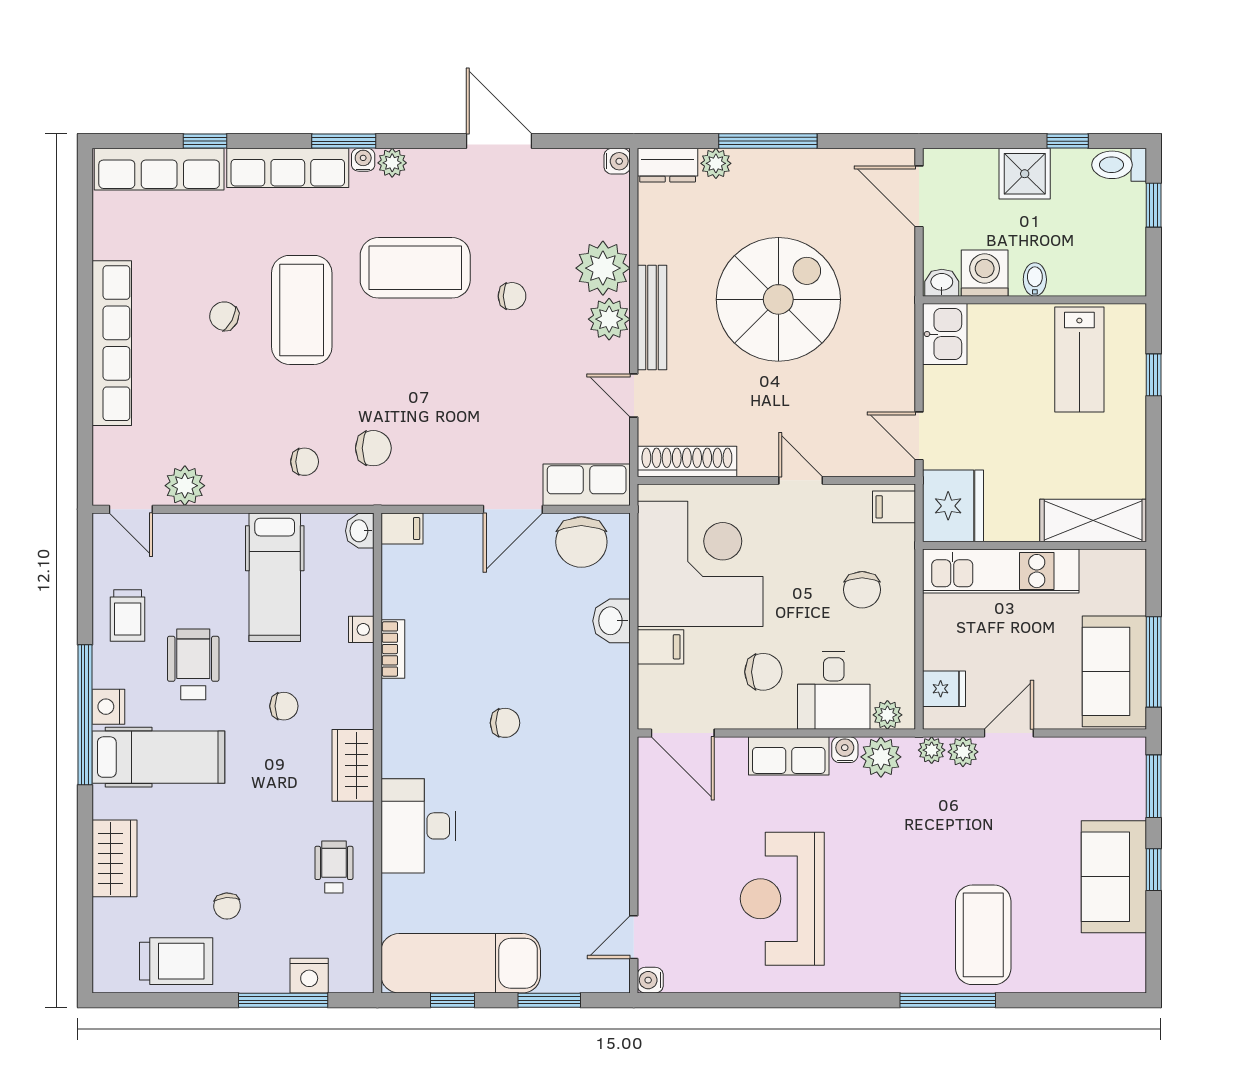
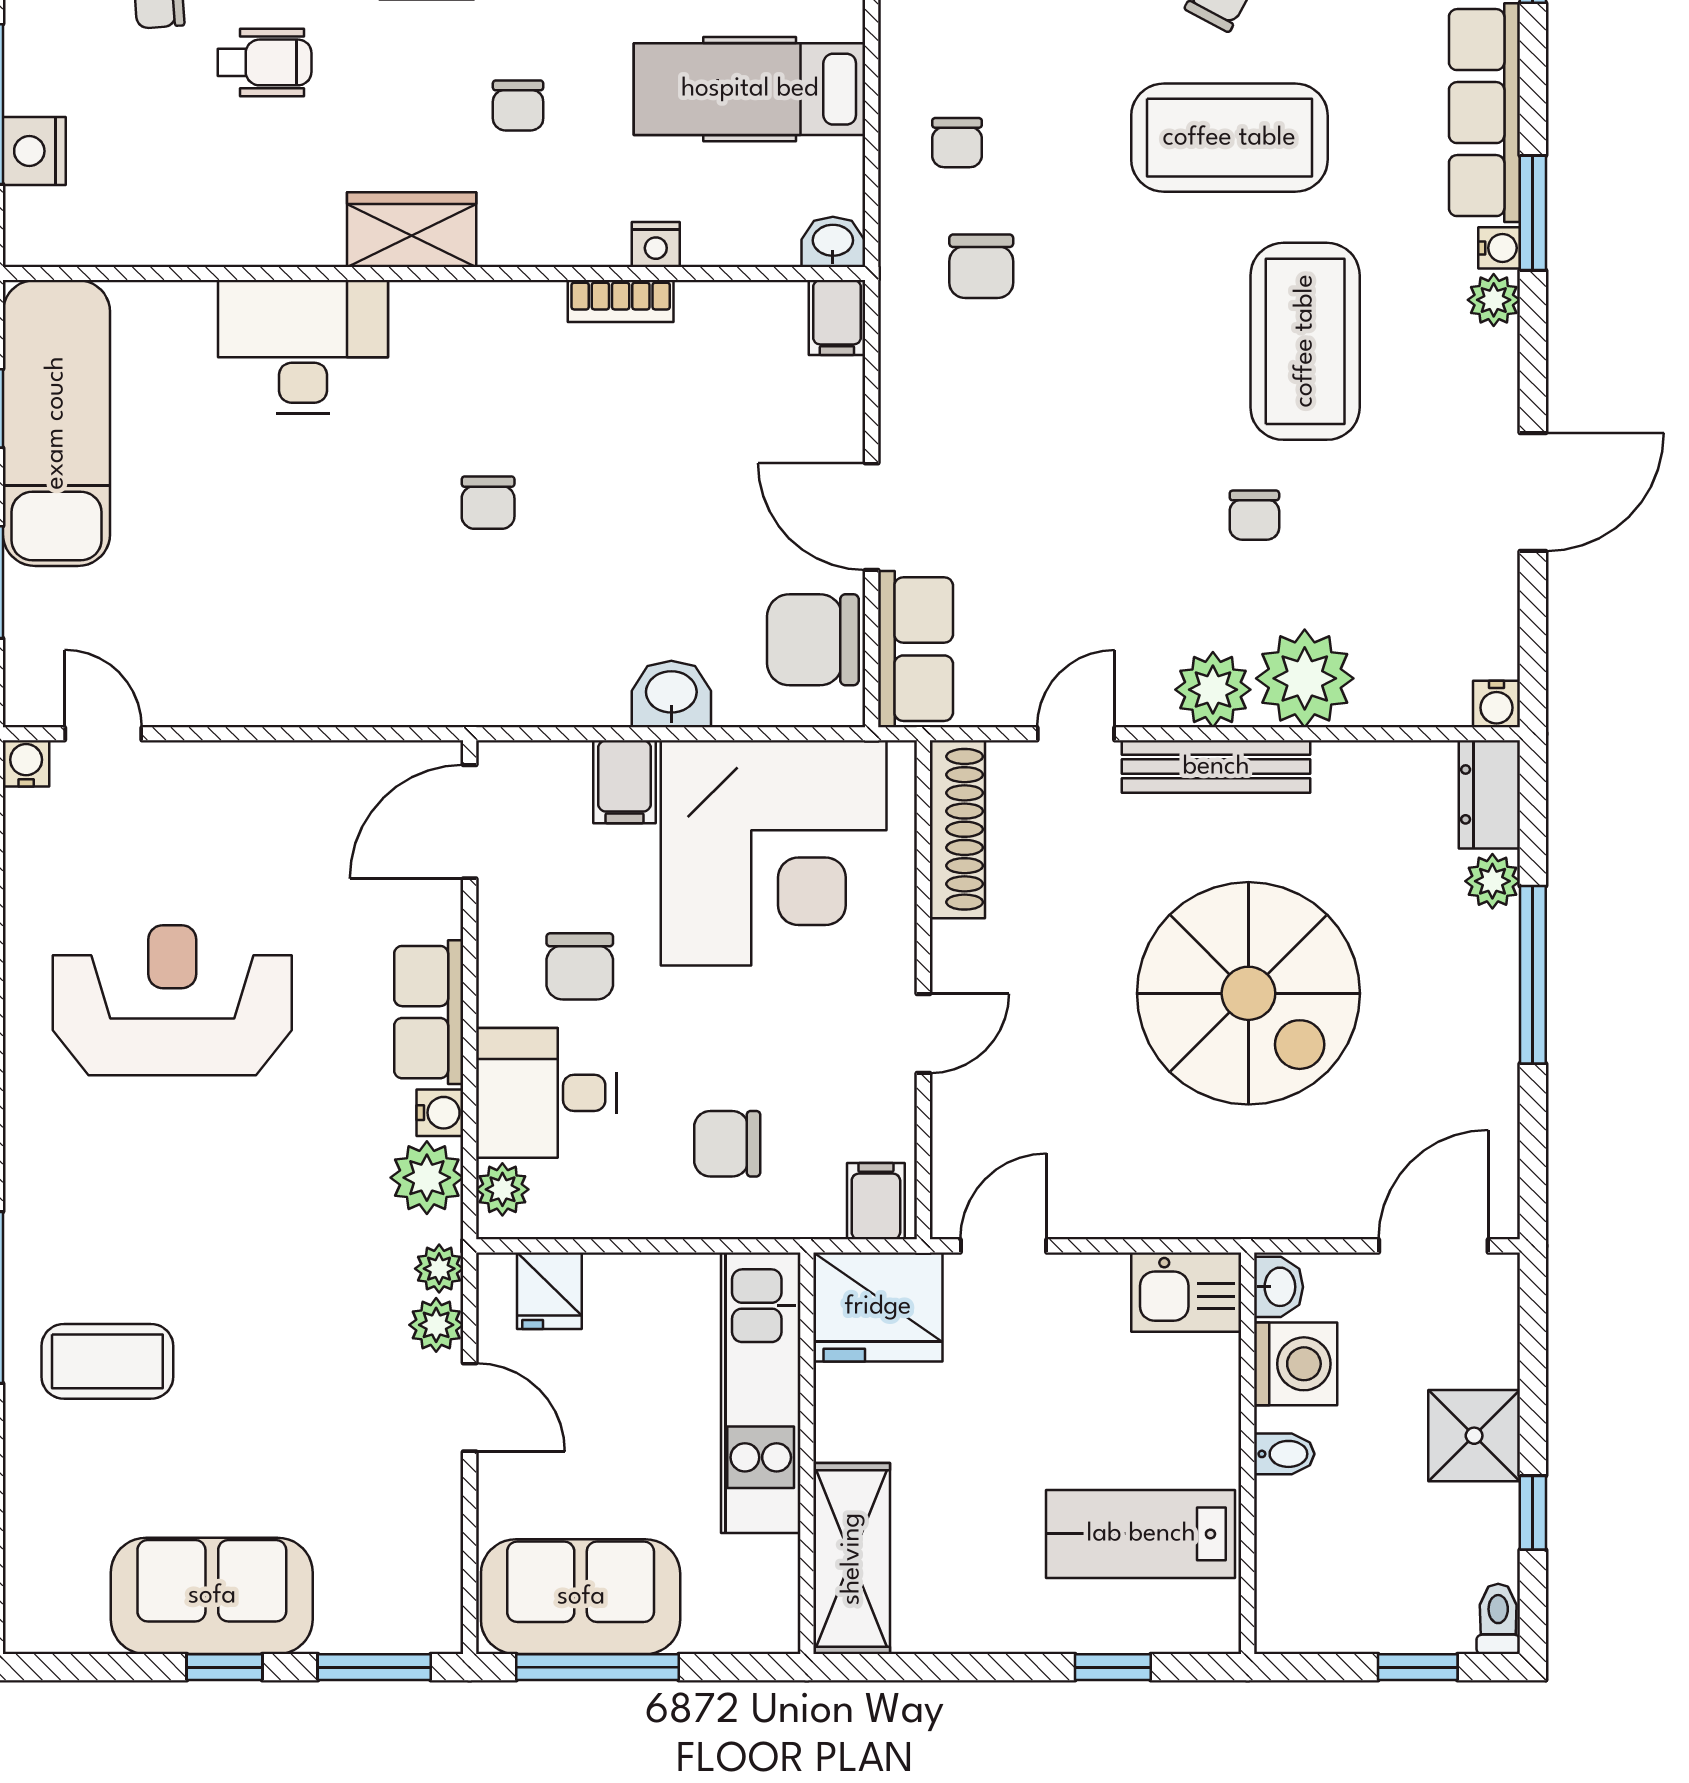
toilet: (1119, 165) -> (1498, 1619), width x0.73, depth x0.72
wheelchair: (334, 867) -> (265, 62), moved
coffee table: (983, 935) -> (107, 1361), width x0.73, depth x0.76

